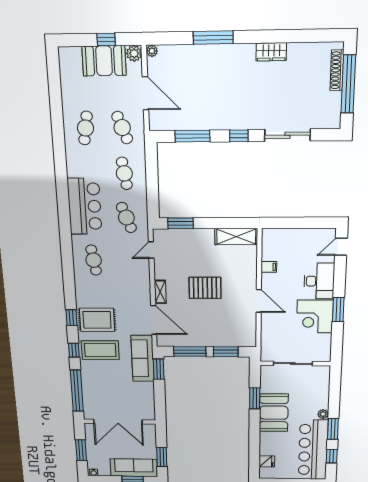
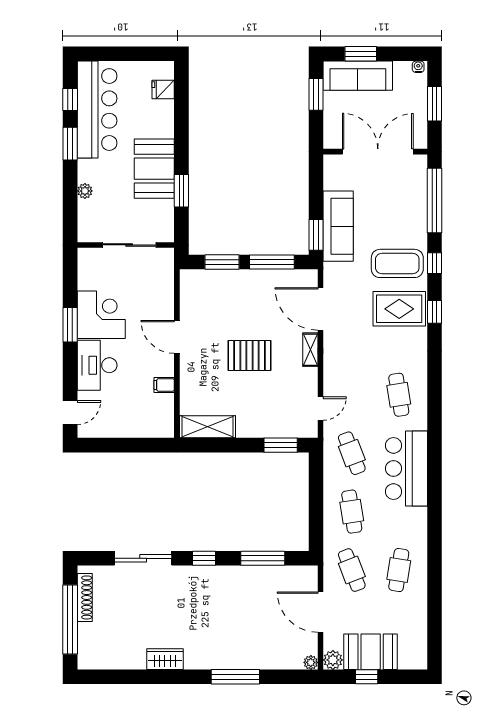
shoe rack: (337, 70) -> (85, 597), moved
sofa: (143, 358) -> (338, 226), moved
plant: (323, 414) -> (85, 191), moved

